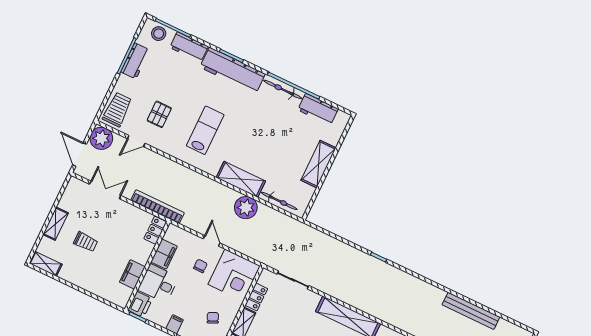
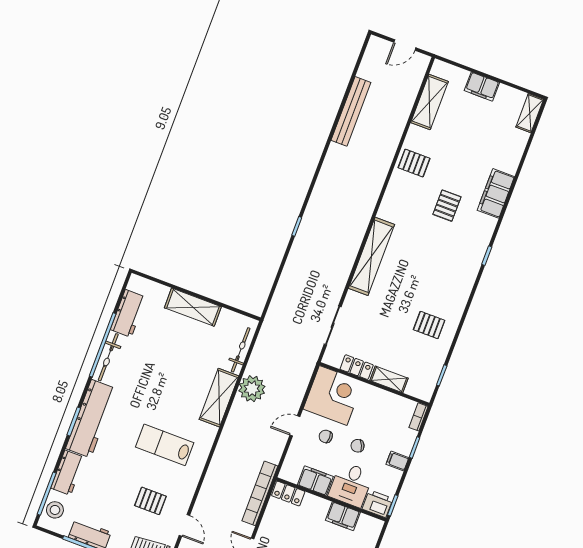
chair: (213, 318) -> (358, 446), moved

